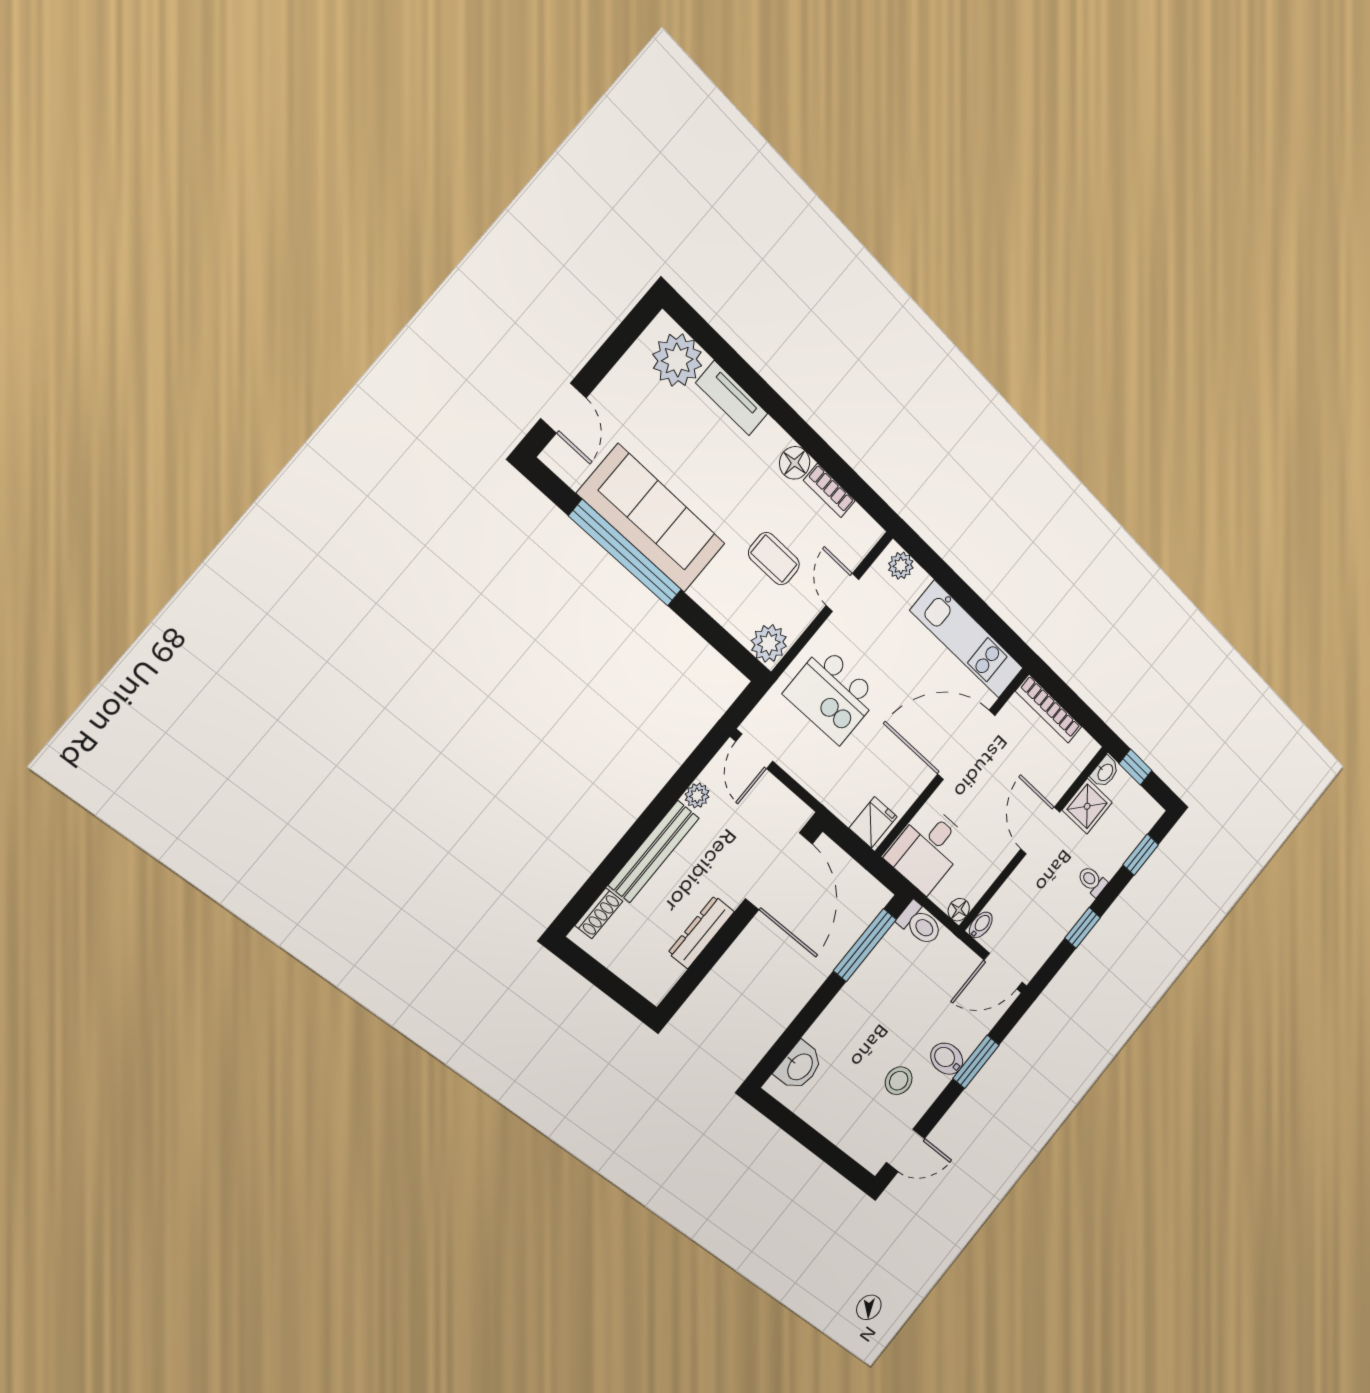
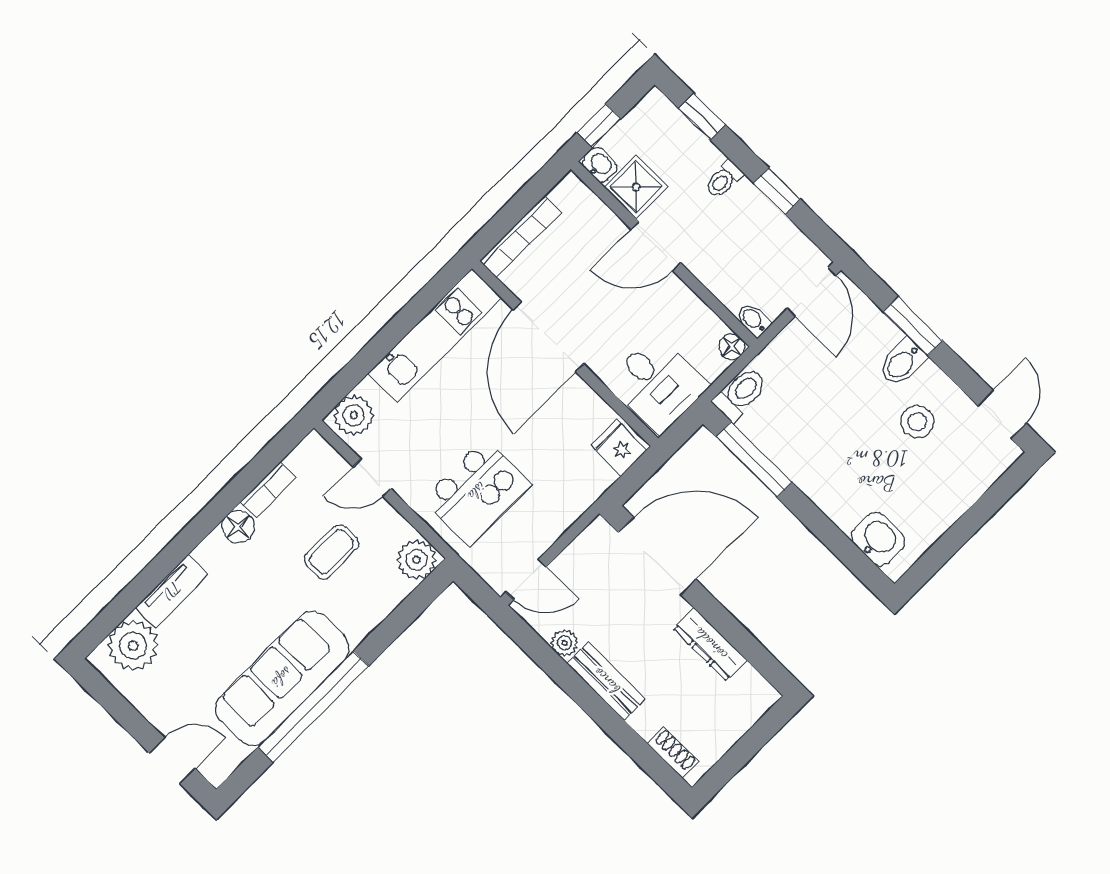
plant: (901, 566) -> (354, 415), width x1.38, depth x1.38
bench: (654, 852) -> (606, 681), width x0.73

